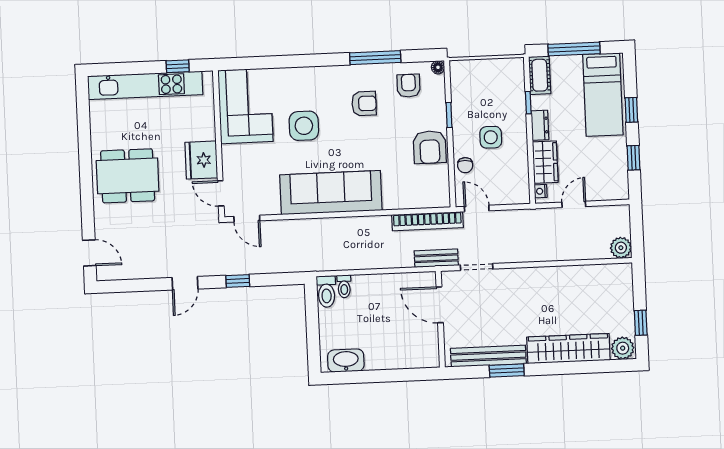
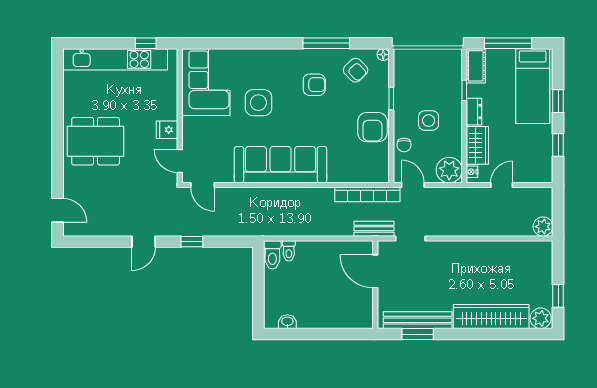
armchair: (409, 86) -> (356, 70), turned 136
fridge: (201, 160) -> (167, 130), width x0.53, depth x0.75
plant: (516, 190) -> (449, 170), added
washbasin: (346, 361) -> (287, 322), width x0.52, depth x0.69
window: (507, 370) -> (418, 334), moved

